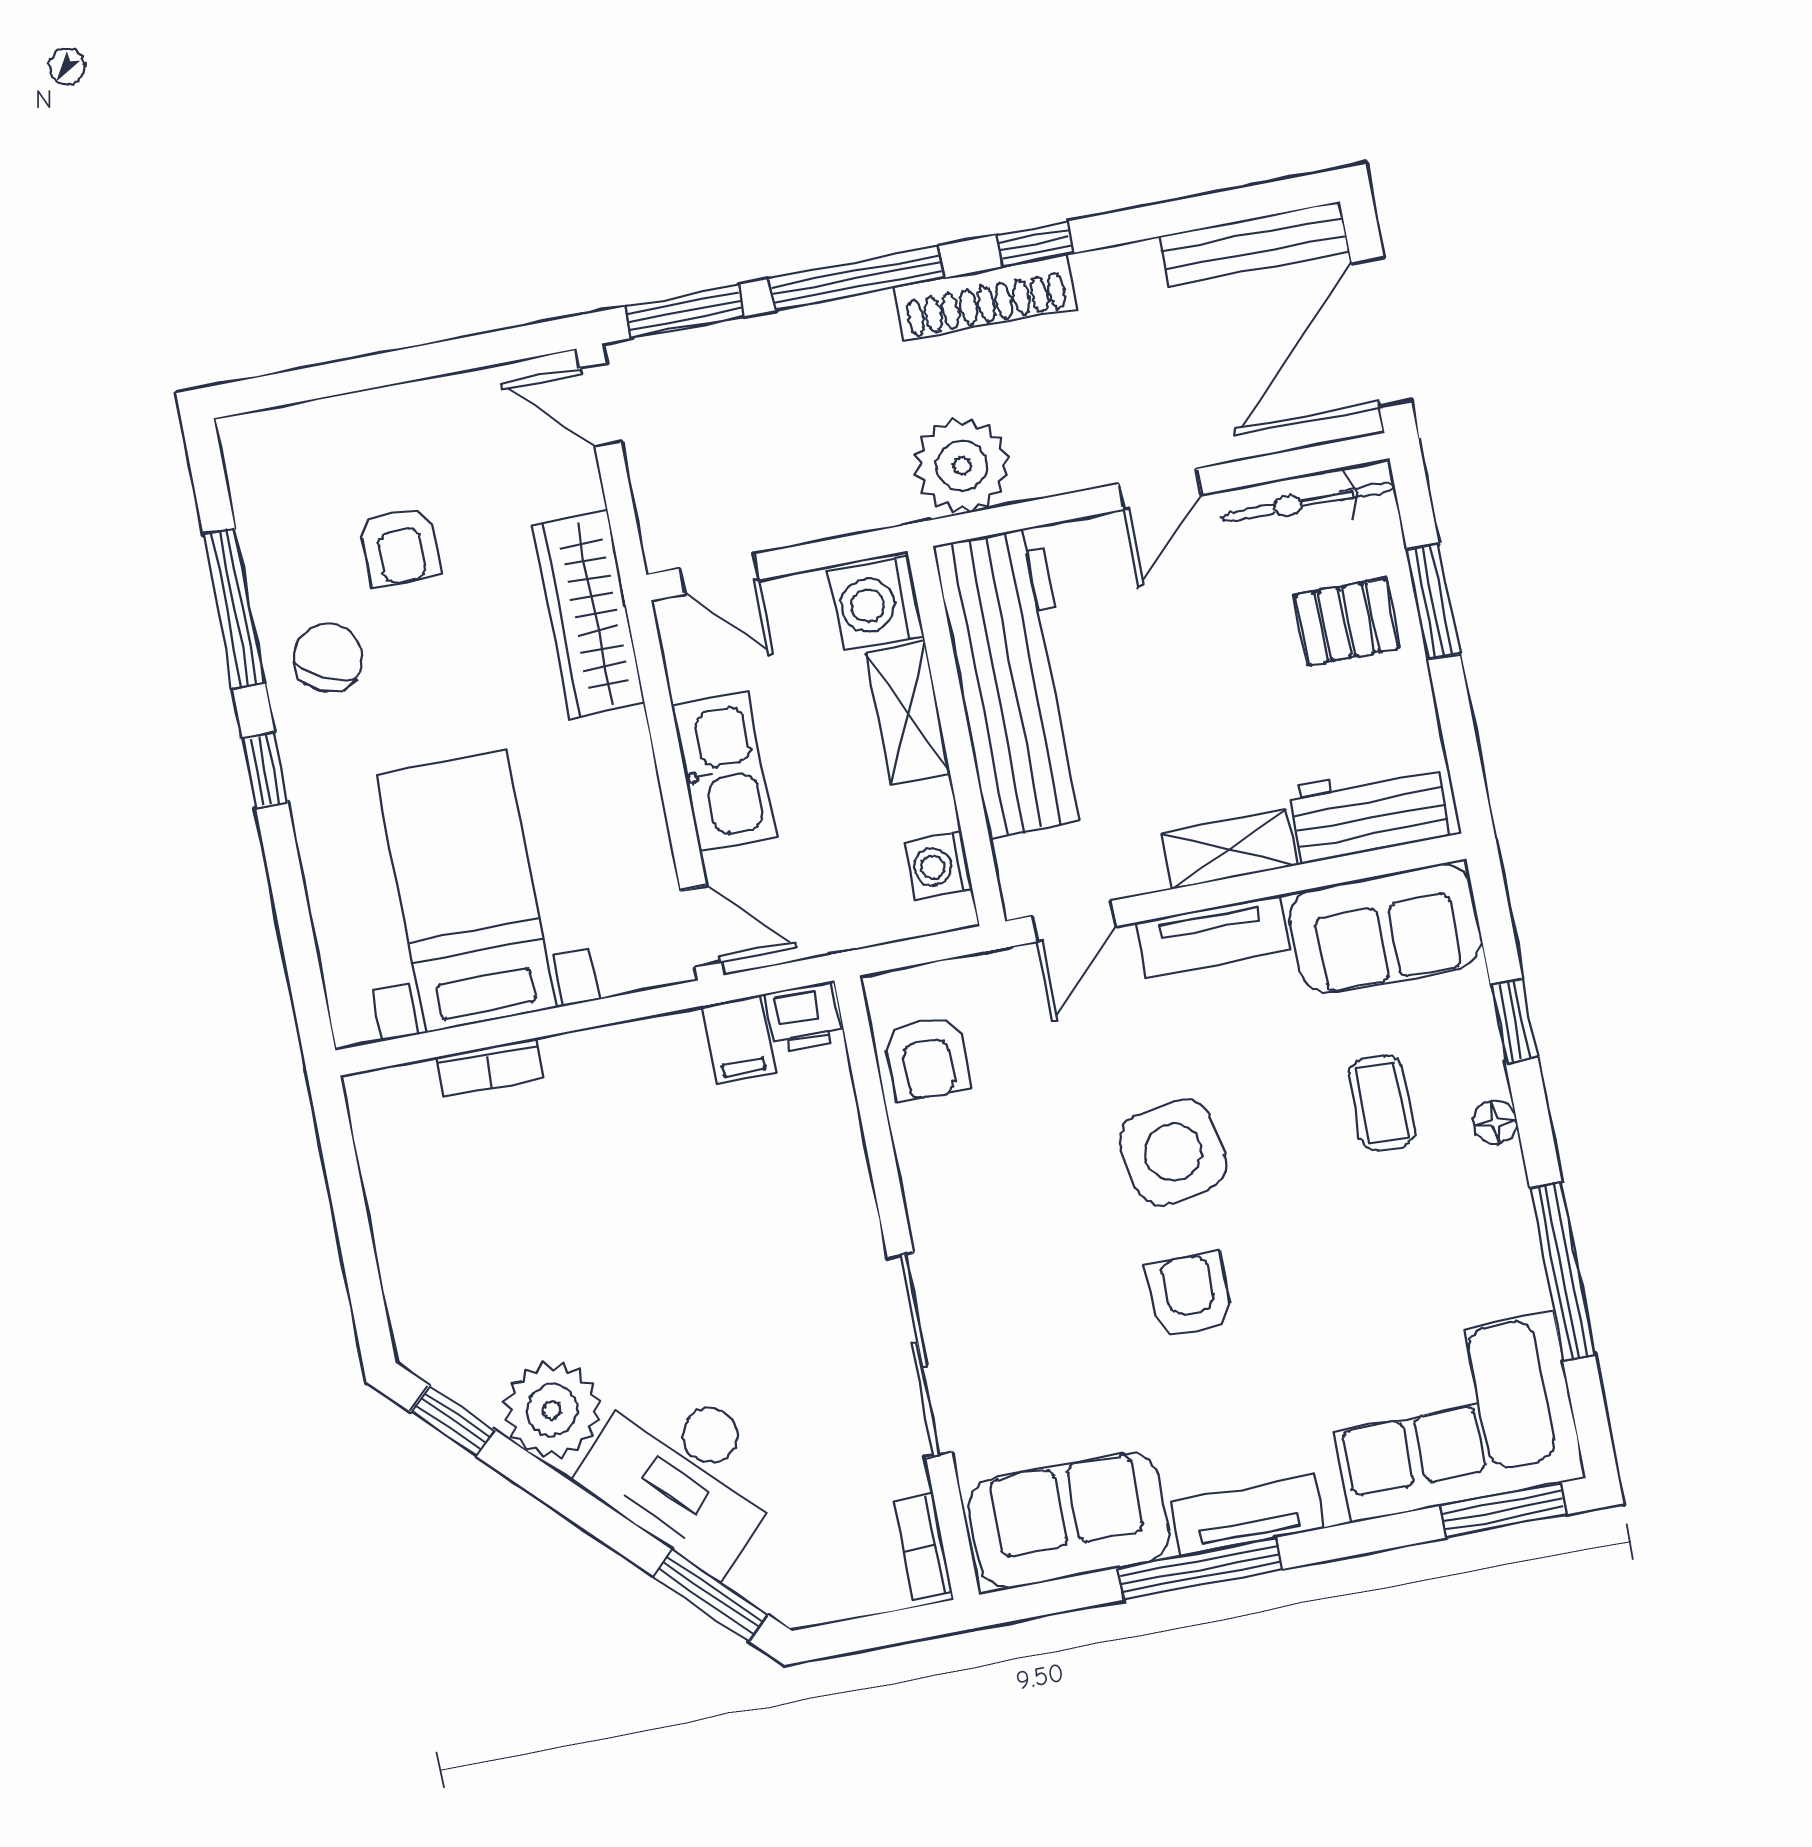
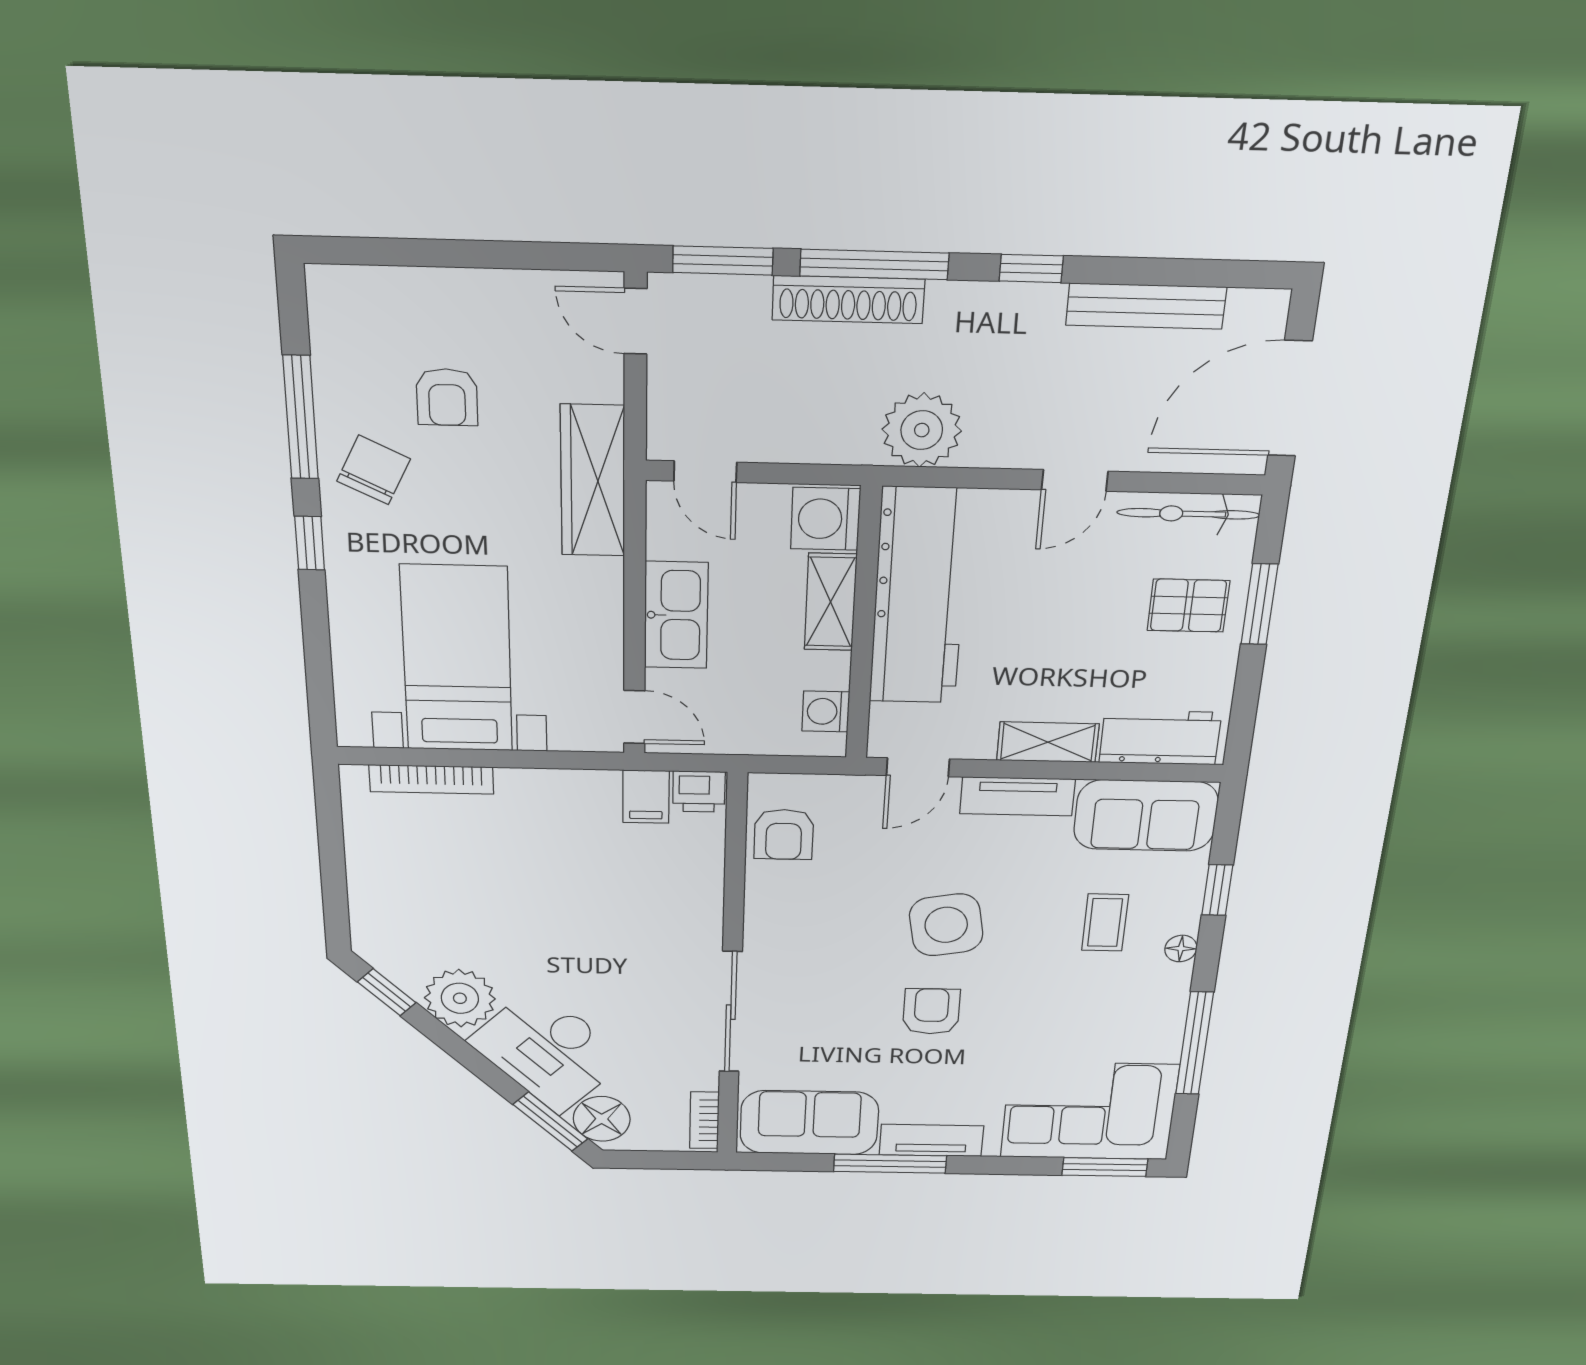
bench: (1255, 244) -> (1146, 306), moved
shoe rack: (985, 297) -> (848, 300), moved
bookcase: (490, 1067) -> (431, 779), width x1.56
floor lamp: (780, 1575) -> (602, 1119), added

